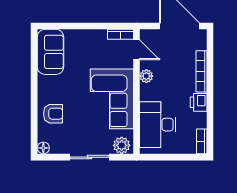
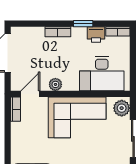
bookcase: (201, 71) -> (58, 32), width x0.64
printer: (199, 102) -> (96, 34), moved
window: (210, 105) -> (83, 24), added

